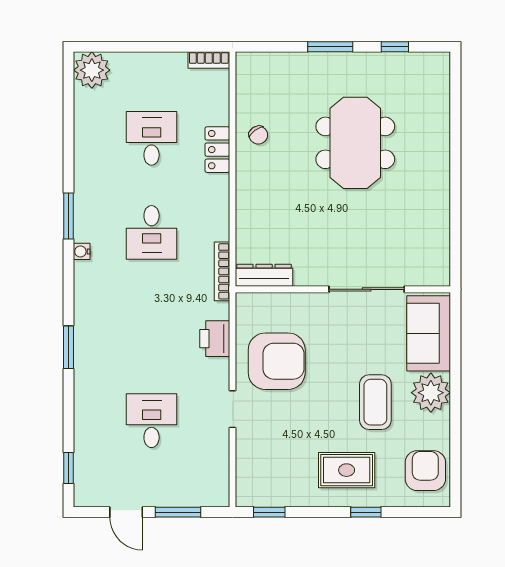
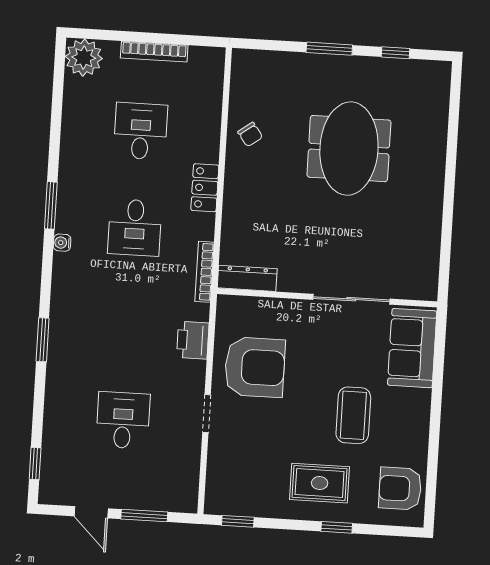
bookcase: (209, 60) -> (154, 52), moved, width x1.56
locker: (217, 150) -> (205, 188), moved
plant: (431, 393) -> (411, 409), removed
armchair: (425, 471) -> (400, 489), turned -90

